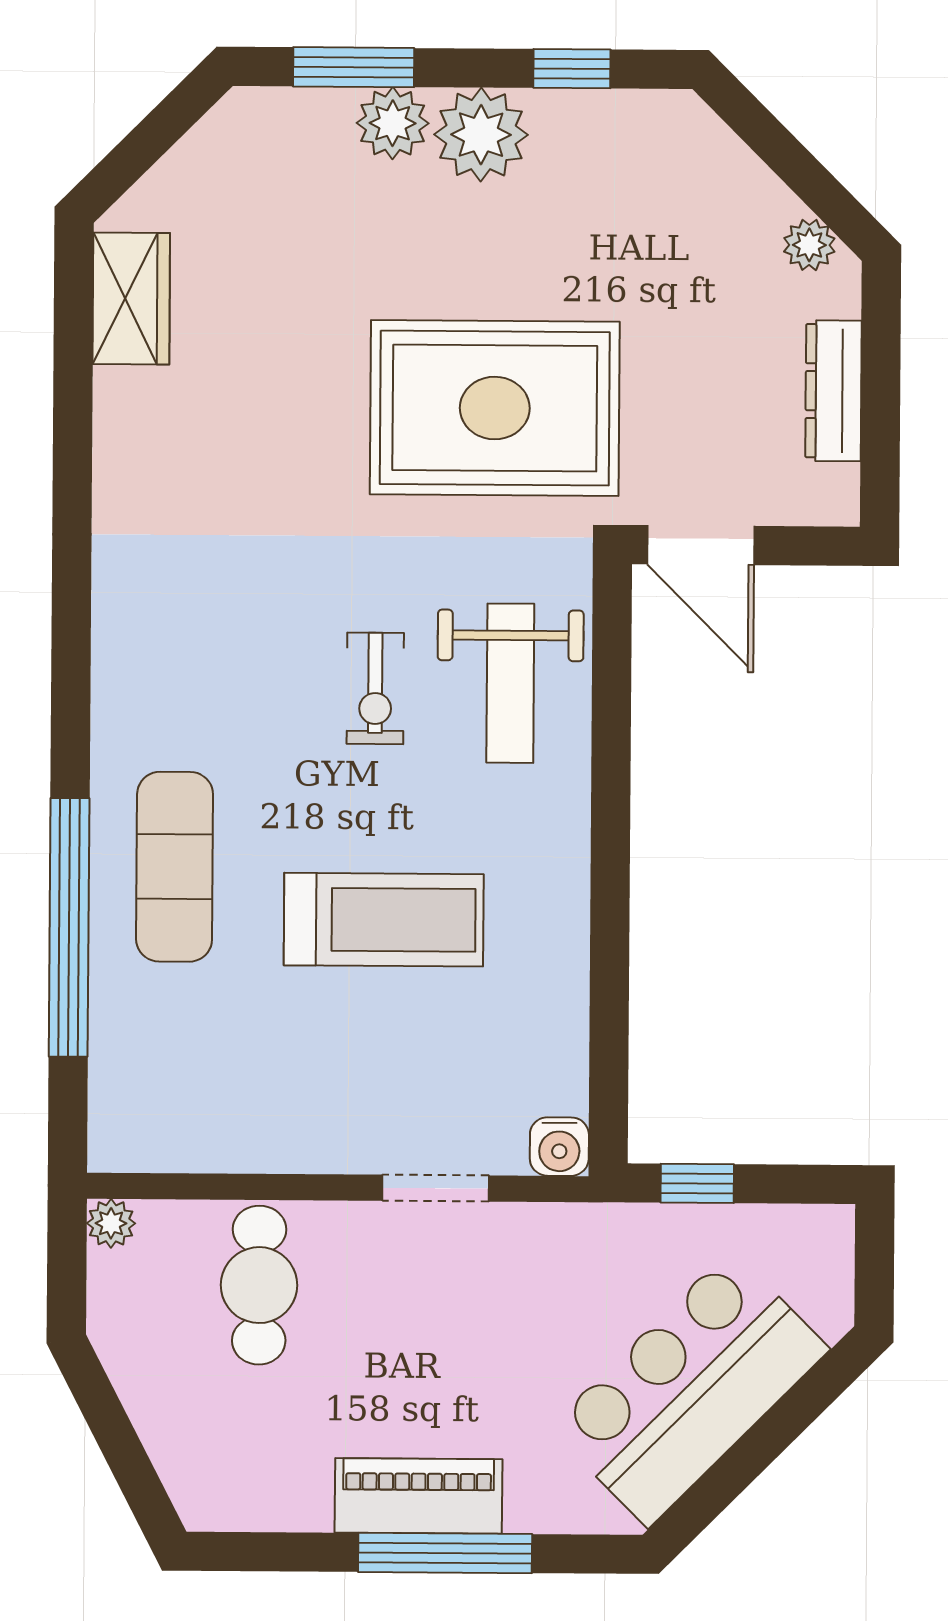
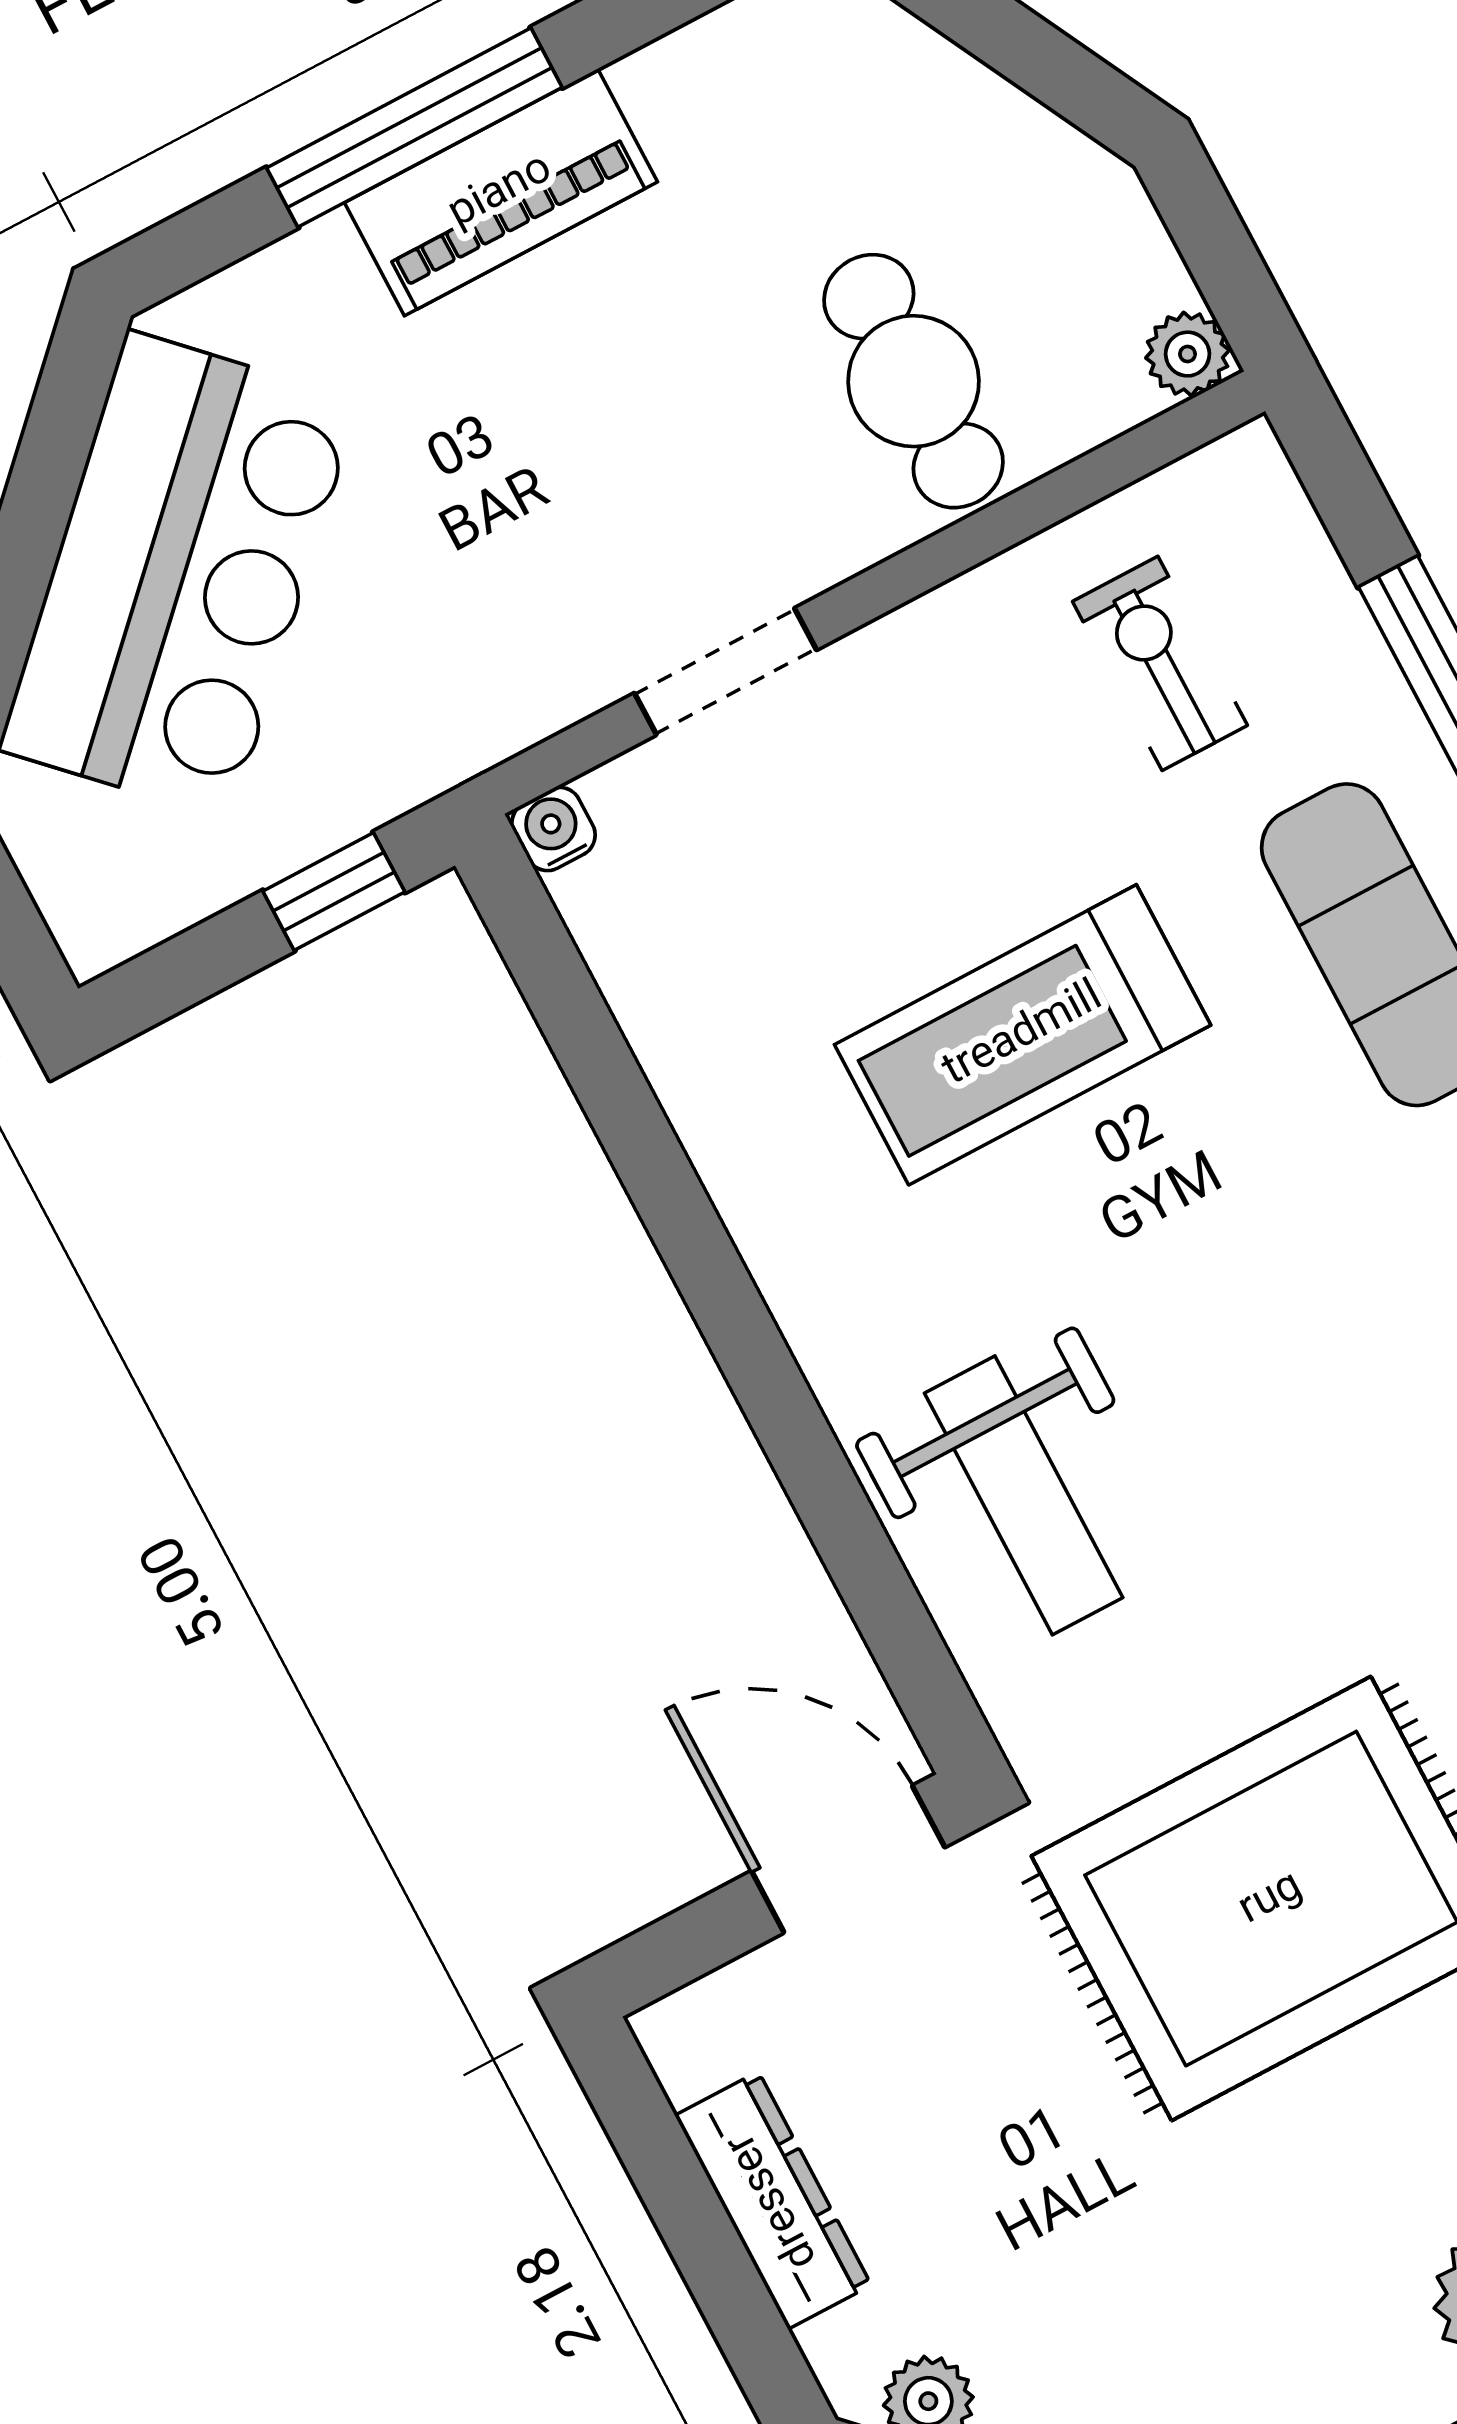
weight bench: (510, 683) -> (1024, 1495), turned 180
exercise bike: (375, 688) -> (1160, 663), moved
water cooler: (559, 1147) -> (554, 829), width x0.72, depth x0.72

